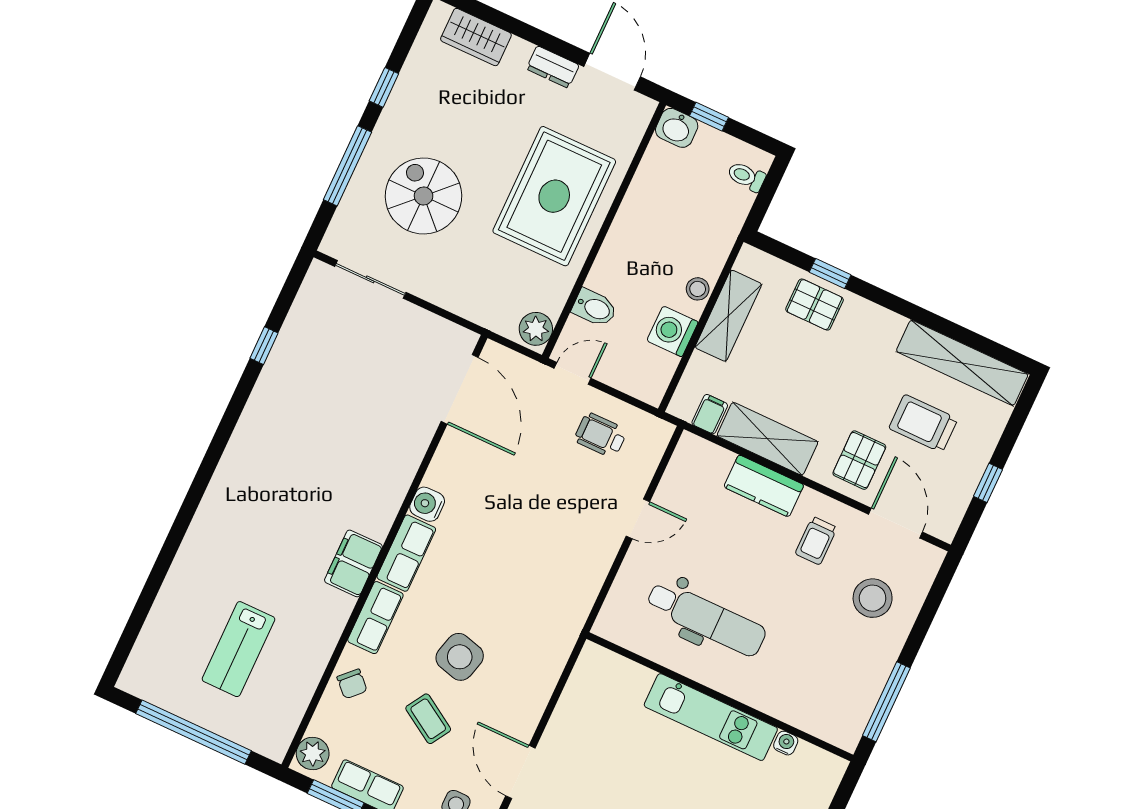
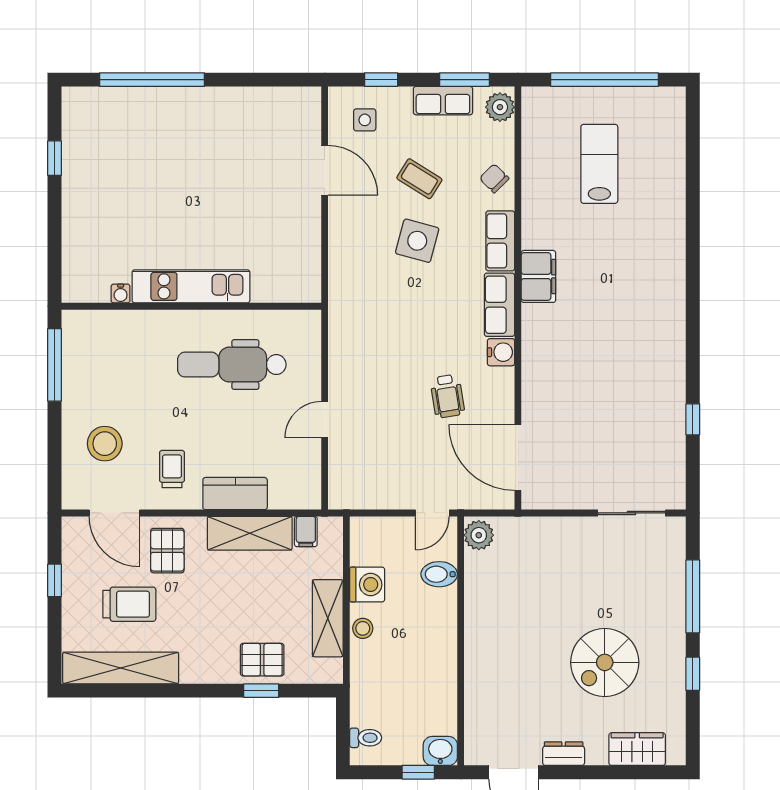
spiral stairs: (424, 196) -> (605, 662), moved, turned 90
rug: (554, 196) -> (514, 650), removed
wheelchair: (601, 435) -> (447, 396), moved, turned 81

